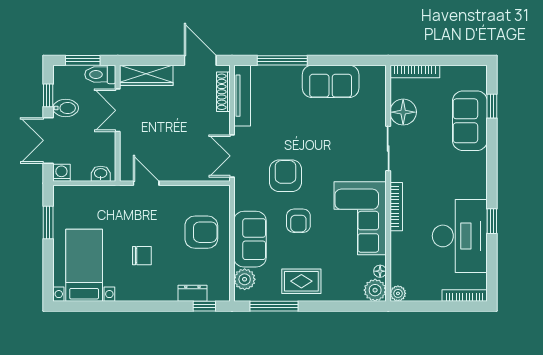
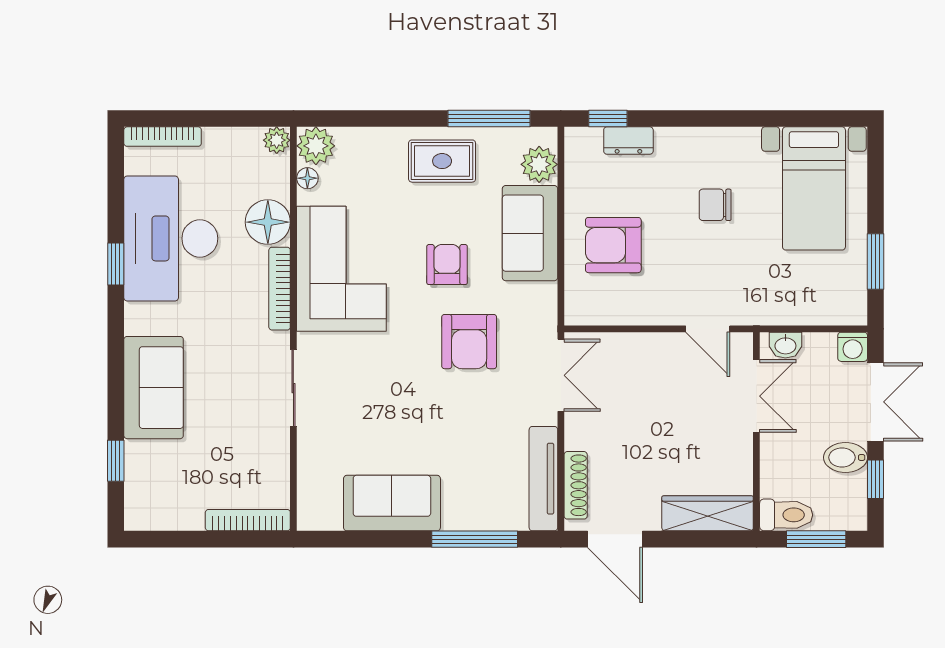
double door: (118, 110) -> (756, 396), moved
floor lamp: (403, 112) -> (268, 222), moved
sofa: (470, 121) -> (154, 388), moved

